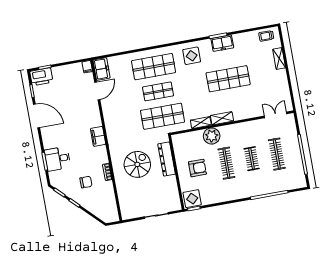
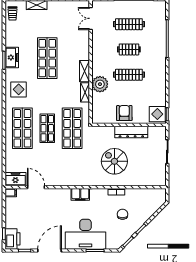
desk: (58, 159) -> (85, 234), width x1.87, depth x1.30
dresser: (167, 159) -> (131, 132), moved
armchair: (197, 168) -> (124, 113), moved

